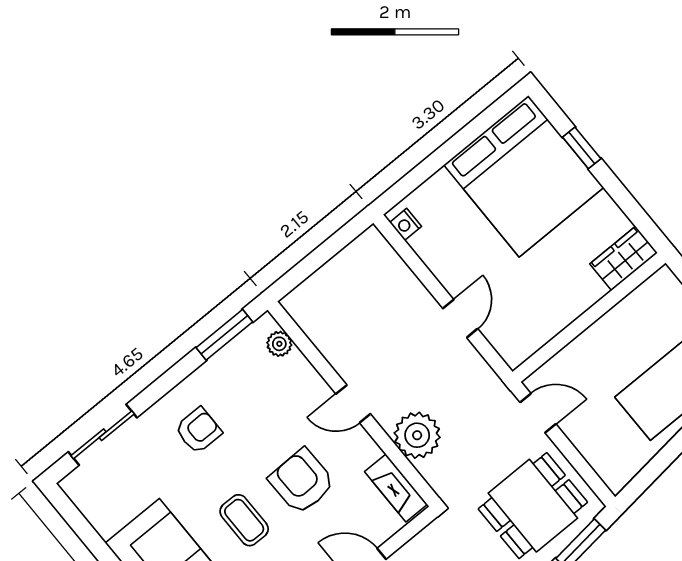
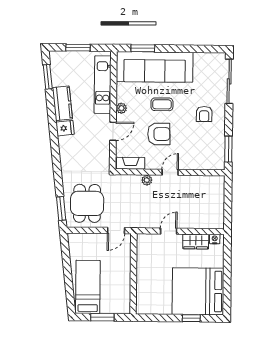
wardrobe: (624, 258) -> (196, 242), moved, turned 90
door: (460, 319) -> (169, 231), swing flipped
plant: (279, 344) -> (210, 165), removed
sliding door: (103, 435) -> (229, 81), width x1.37
plant: (417, 435) -> (147, 180), width x0.53, depth x0.53

